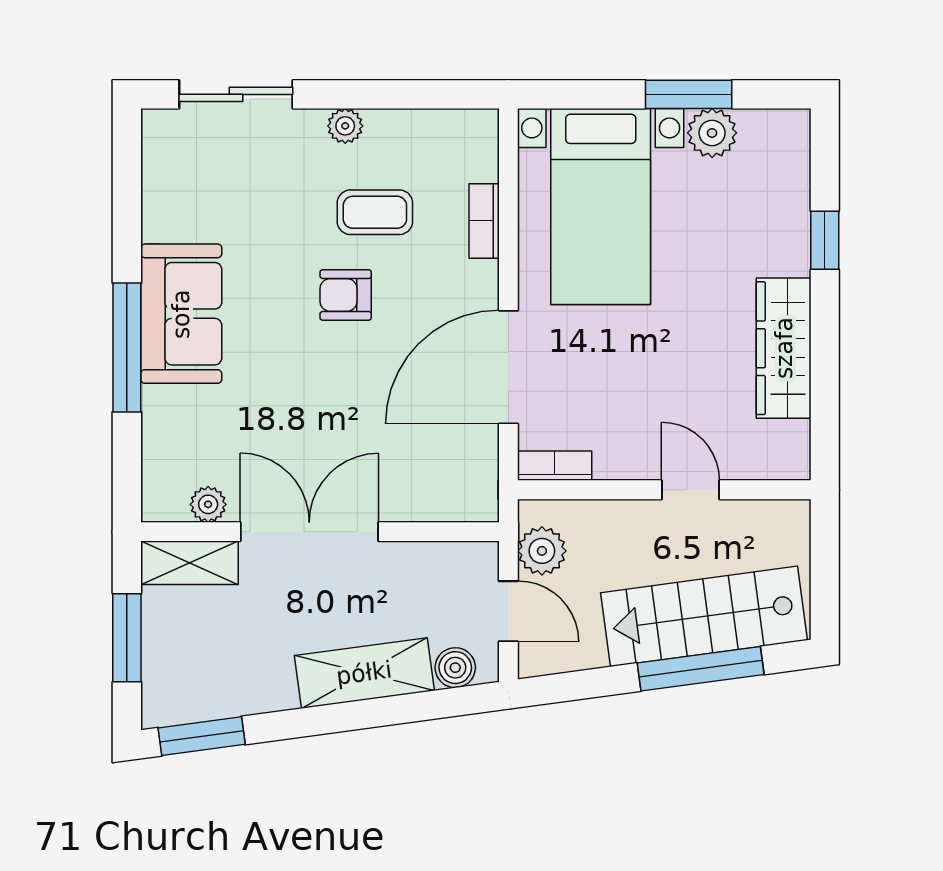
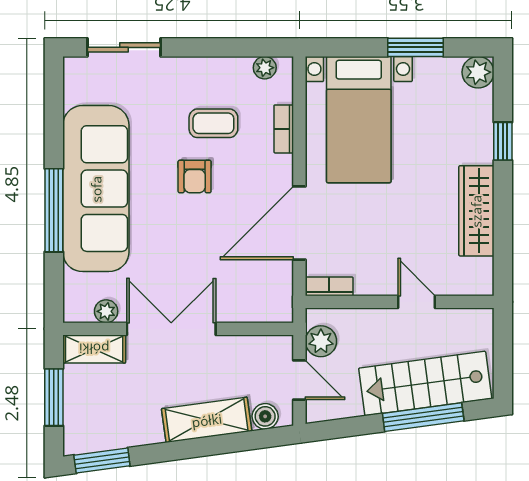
plant: (345, 126) -> (265, 68), moved
plant: (712, 133) -> (478, 72), moved
armchair: (346, 295) -> (195, 177), turned -90
sofa: (181, 314) -> (96, 189), width x1.85, depth x1.27

